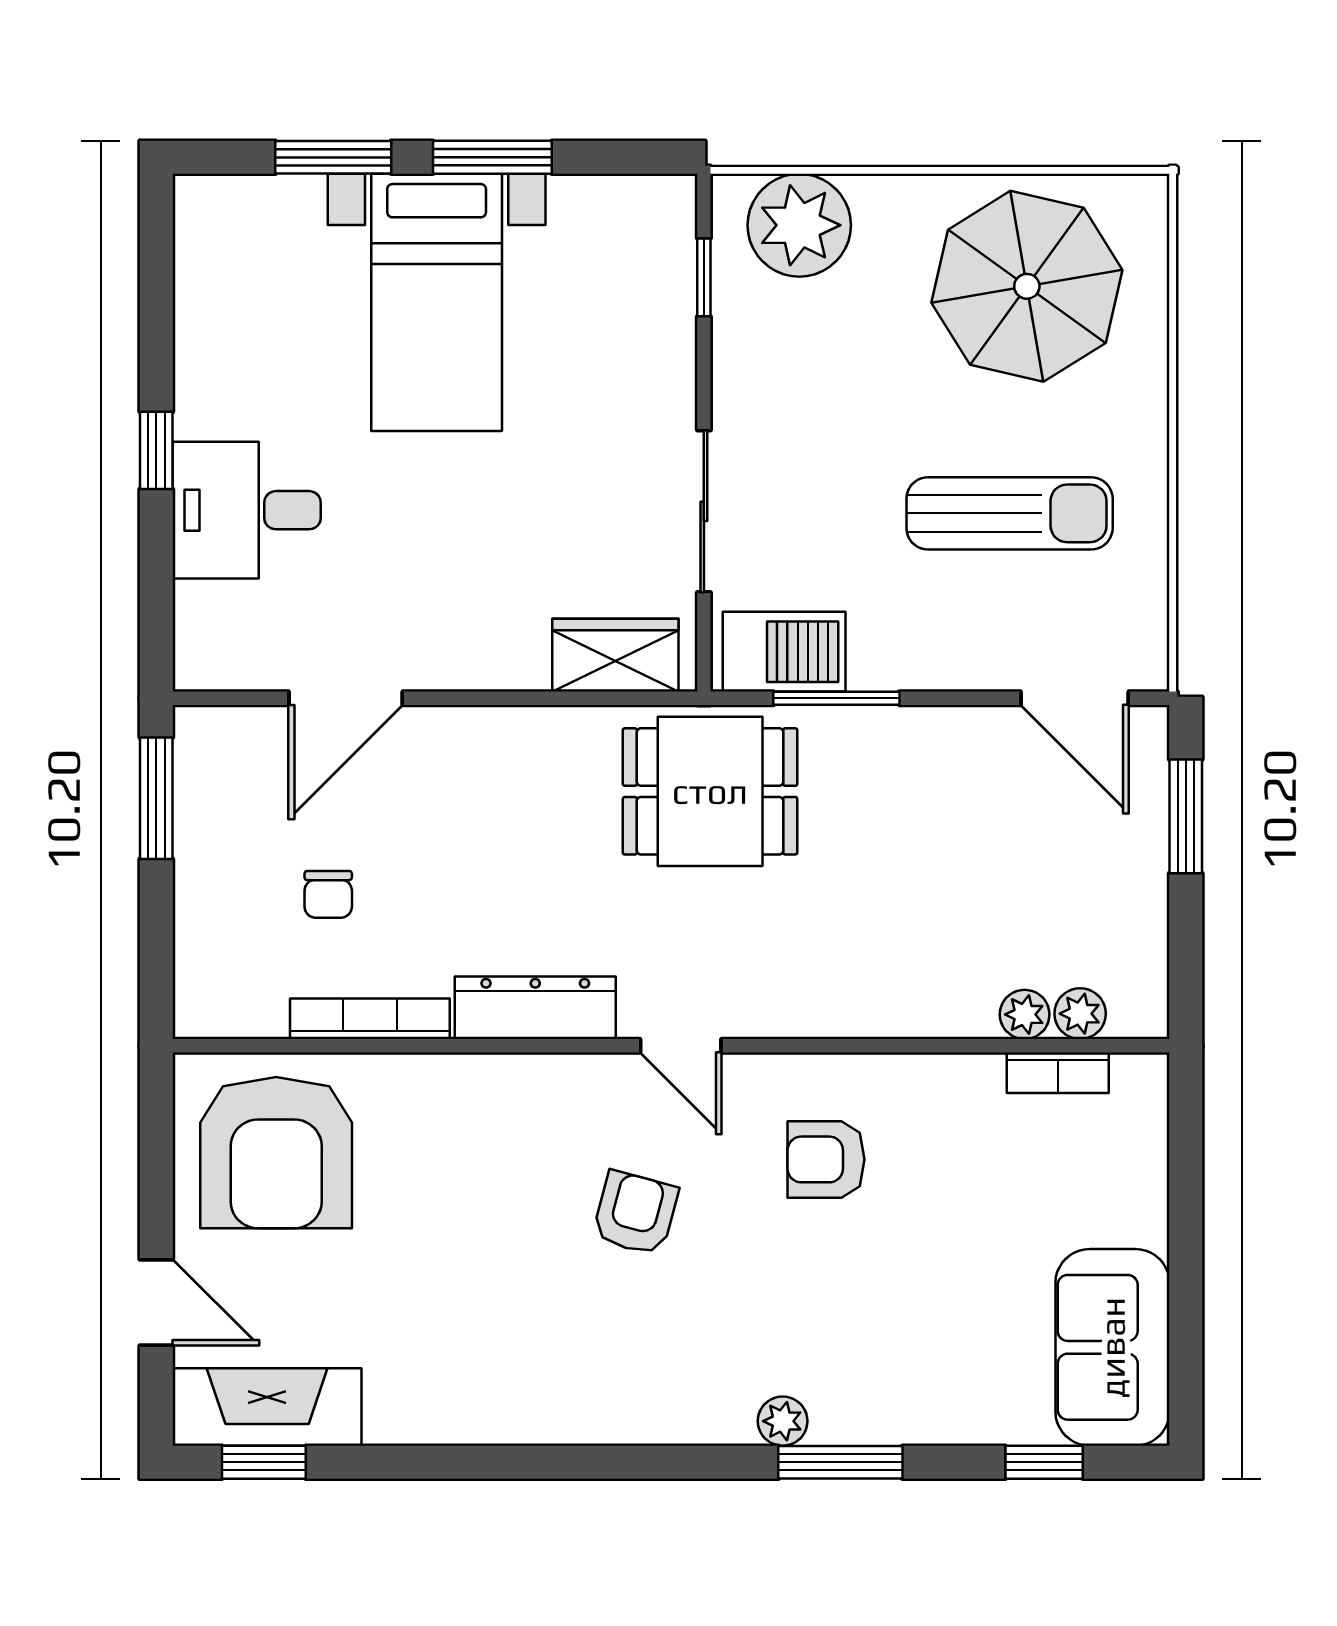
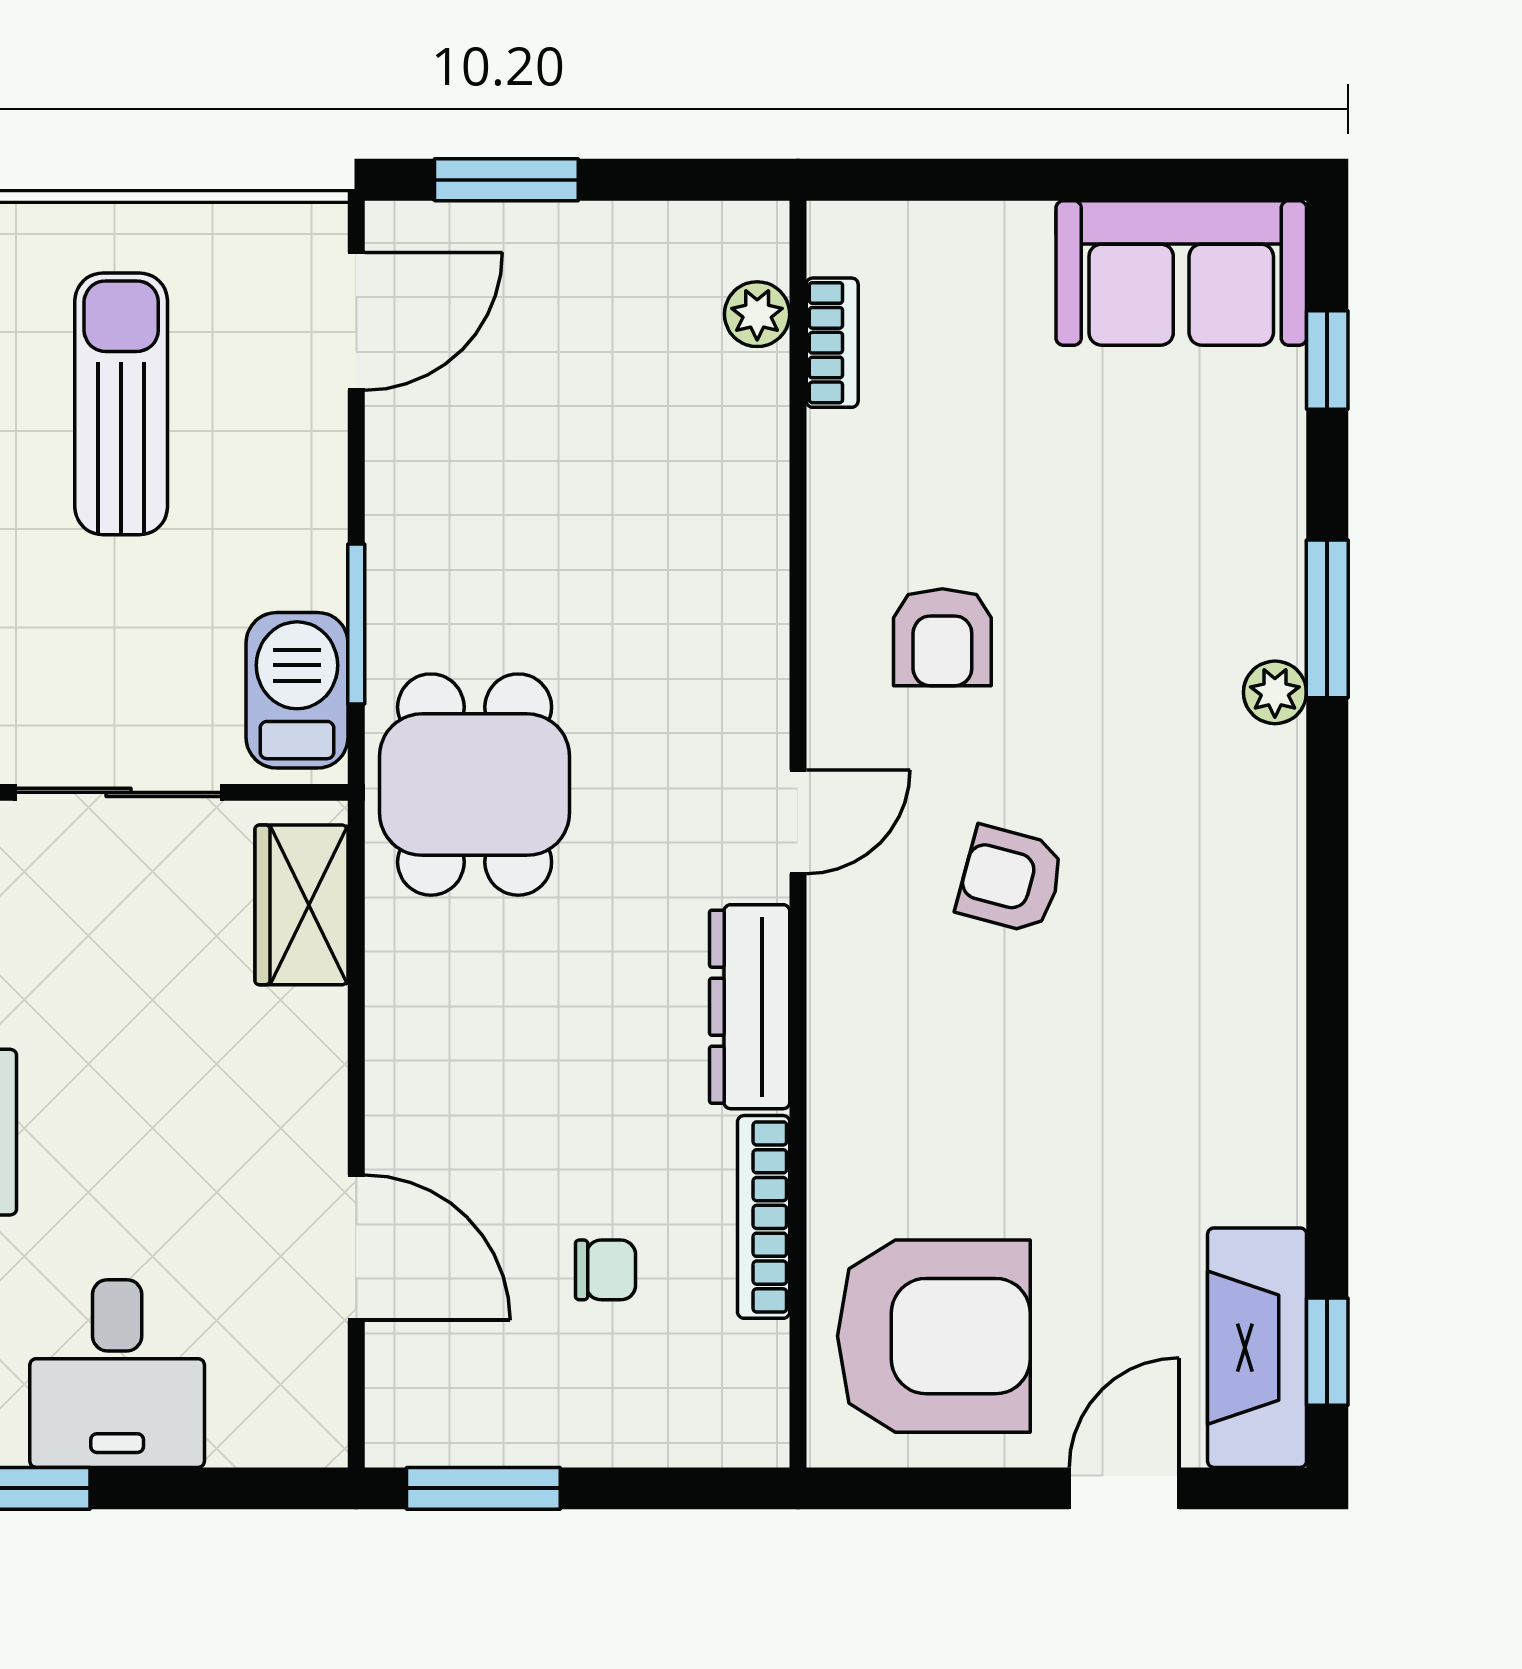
plant: (1025, 1014) -> (758, 385), removed

